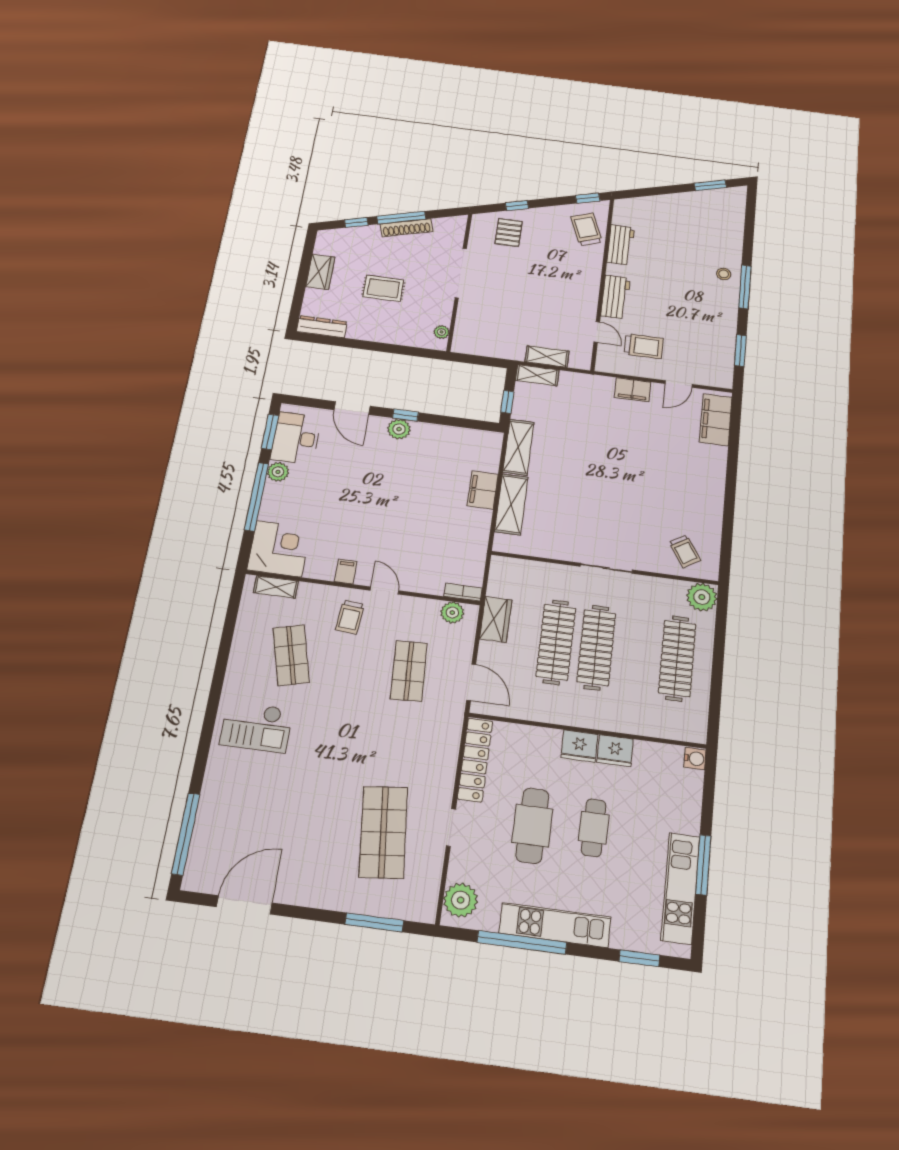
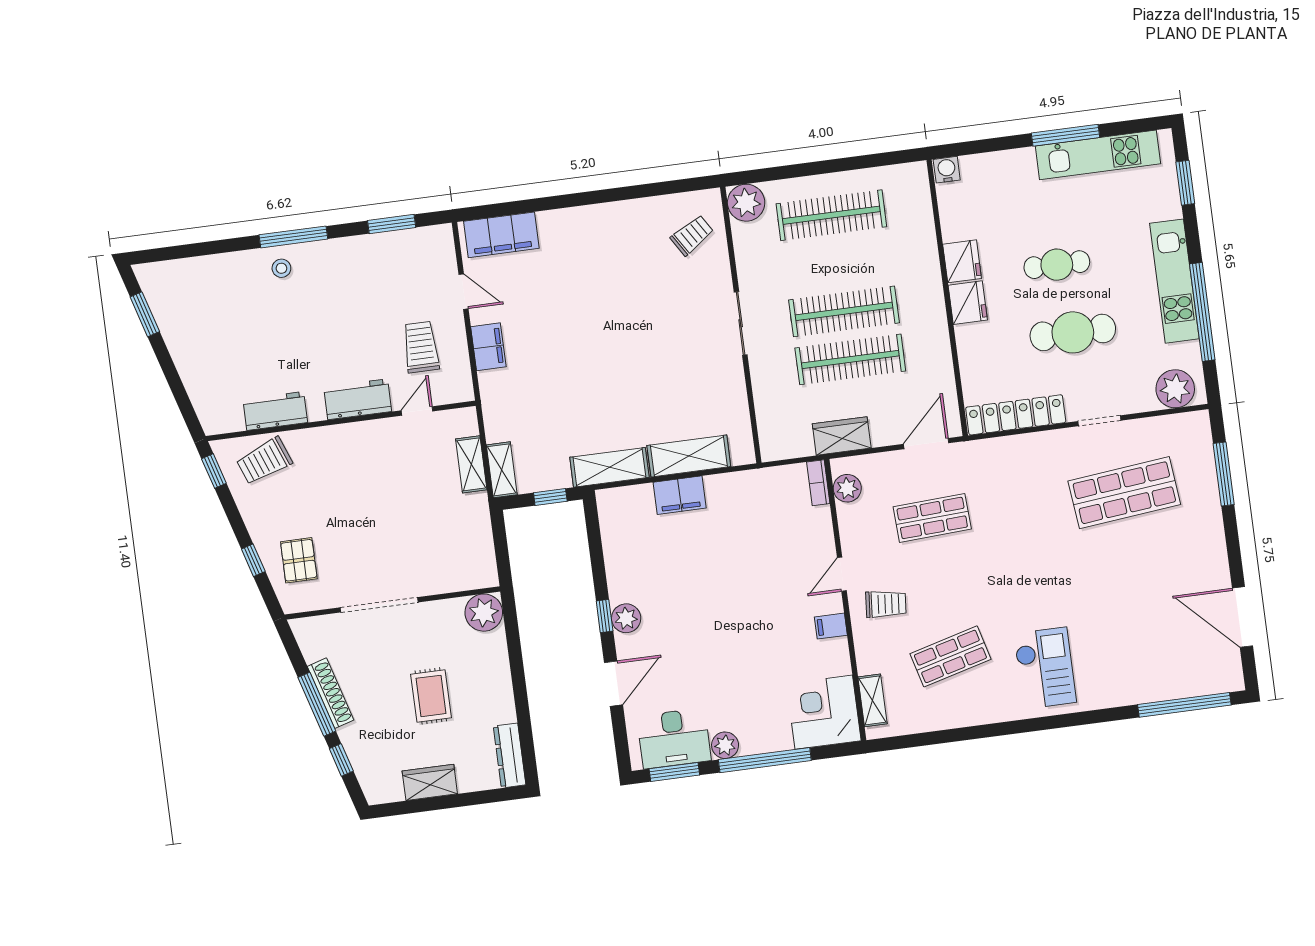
pallet: (509, 232) -> (299, 560), turned 90
plant: (441, 332) -> (484, 613), width x1.88, depth x1.88

